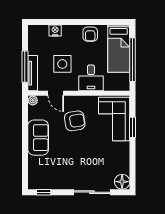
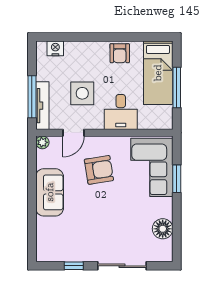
nightstand: (55, 31) -> (55, 48), moved
window: (133, 60) -> (177, 87), width x0.68
door: (56, 93) -> (73, 133), hinge flipped
floor lamp: (122, 182) -> (163, 229), moved
window: (44, 192) -> (74, 266), moved

